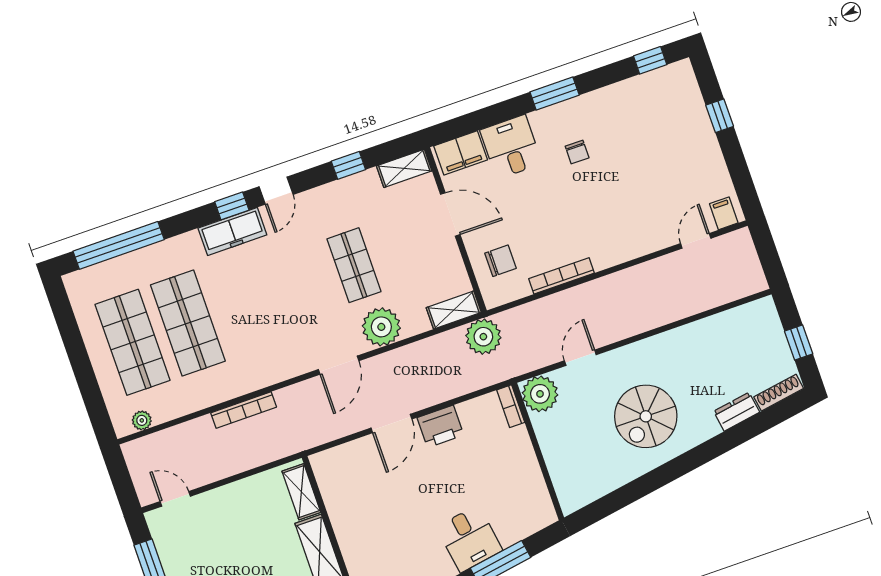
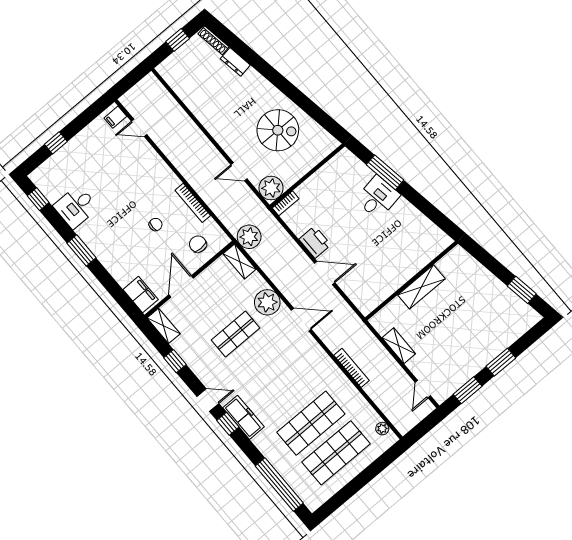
desk: (511, 147) -> (76, 207), moved
chair: (577, 152) -> (156, 224), moved
spiral stairs: (646, 416) -> (278, 130), moved
shelving: (301, 492) -> (399, 346), moved, turned 90

